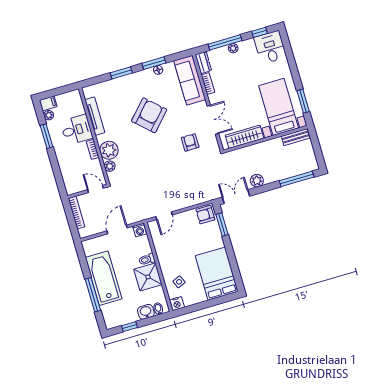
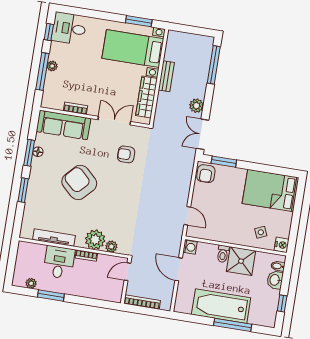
dresser: (203, 63) -> (52, 103), removed
filing cabinet: (48, 103) -> (19, 278), removed
bench: (295, 137) -> (166, 76), moved

